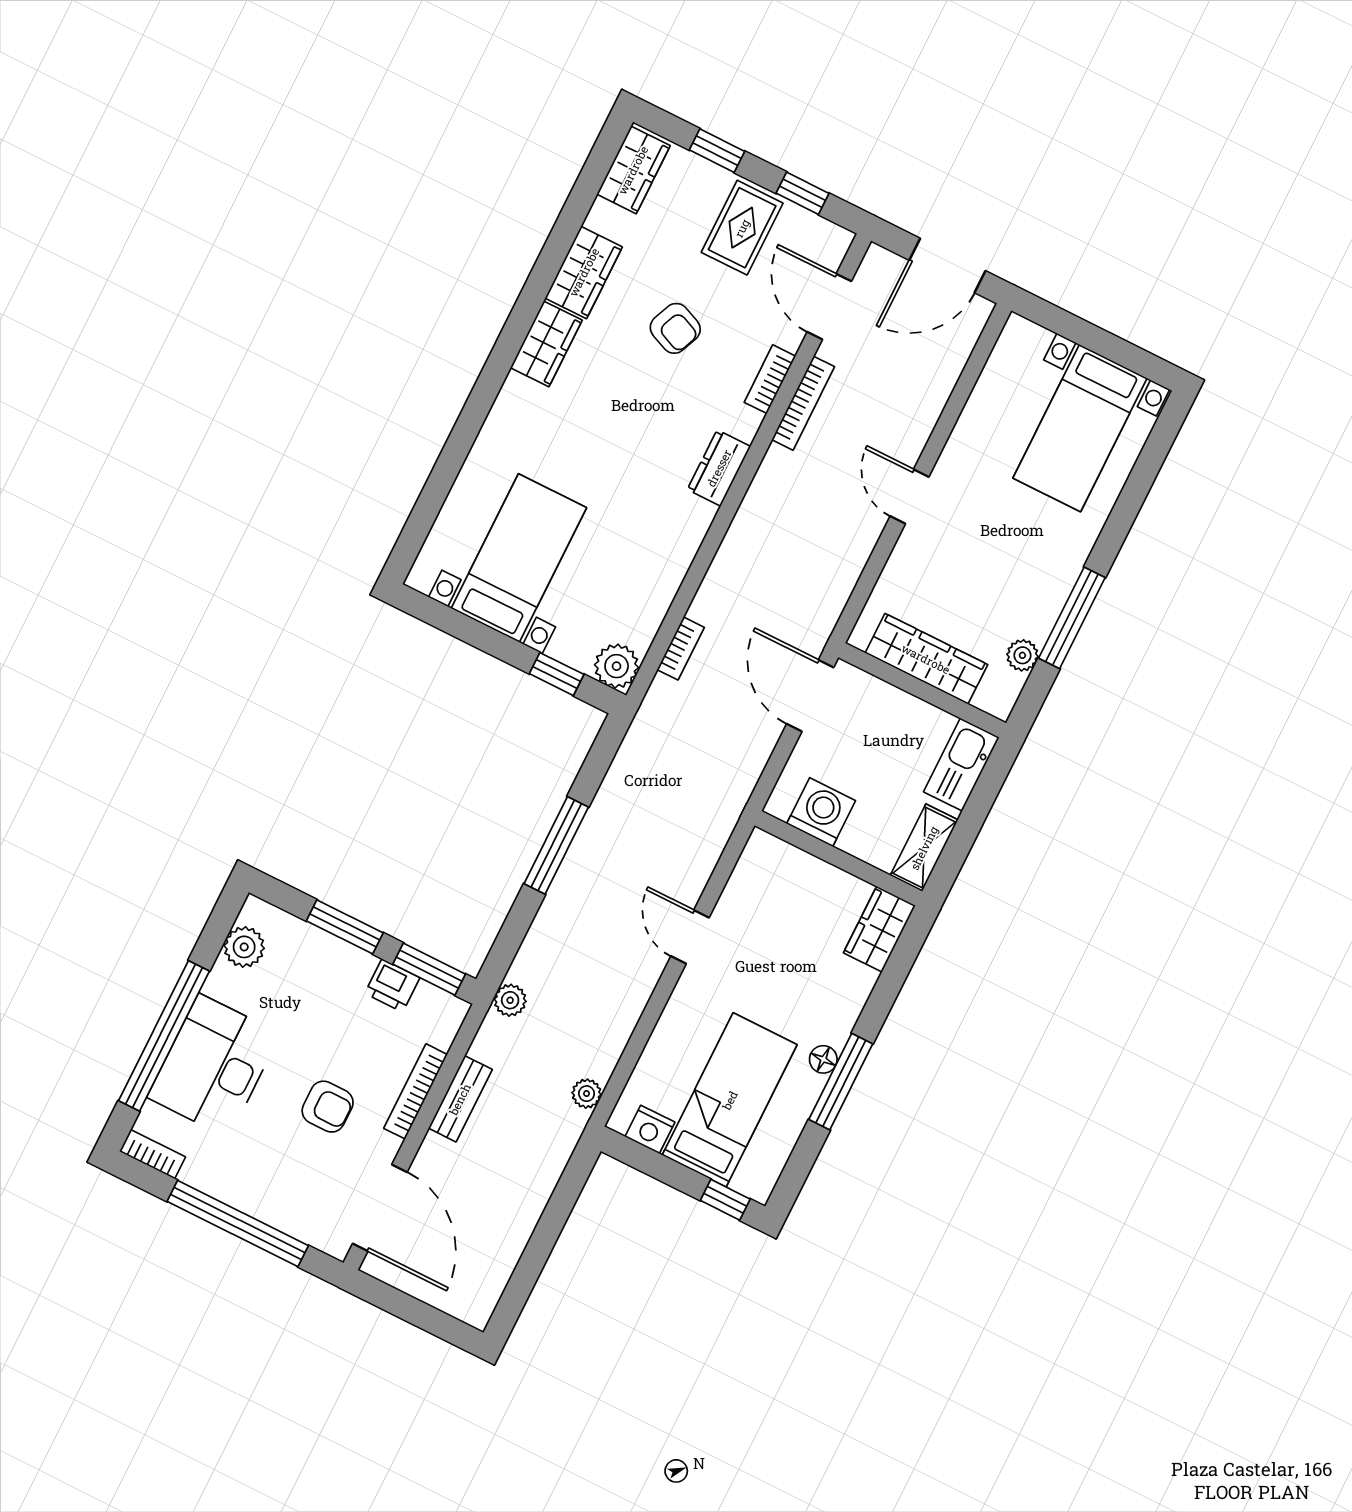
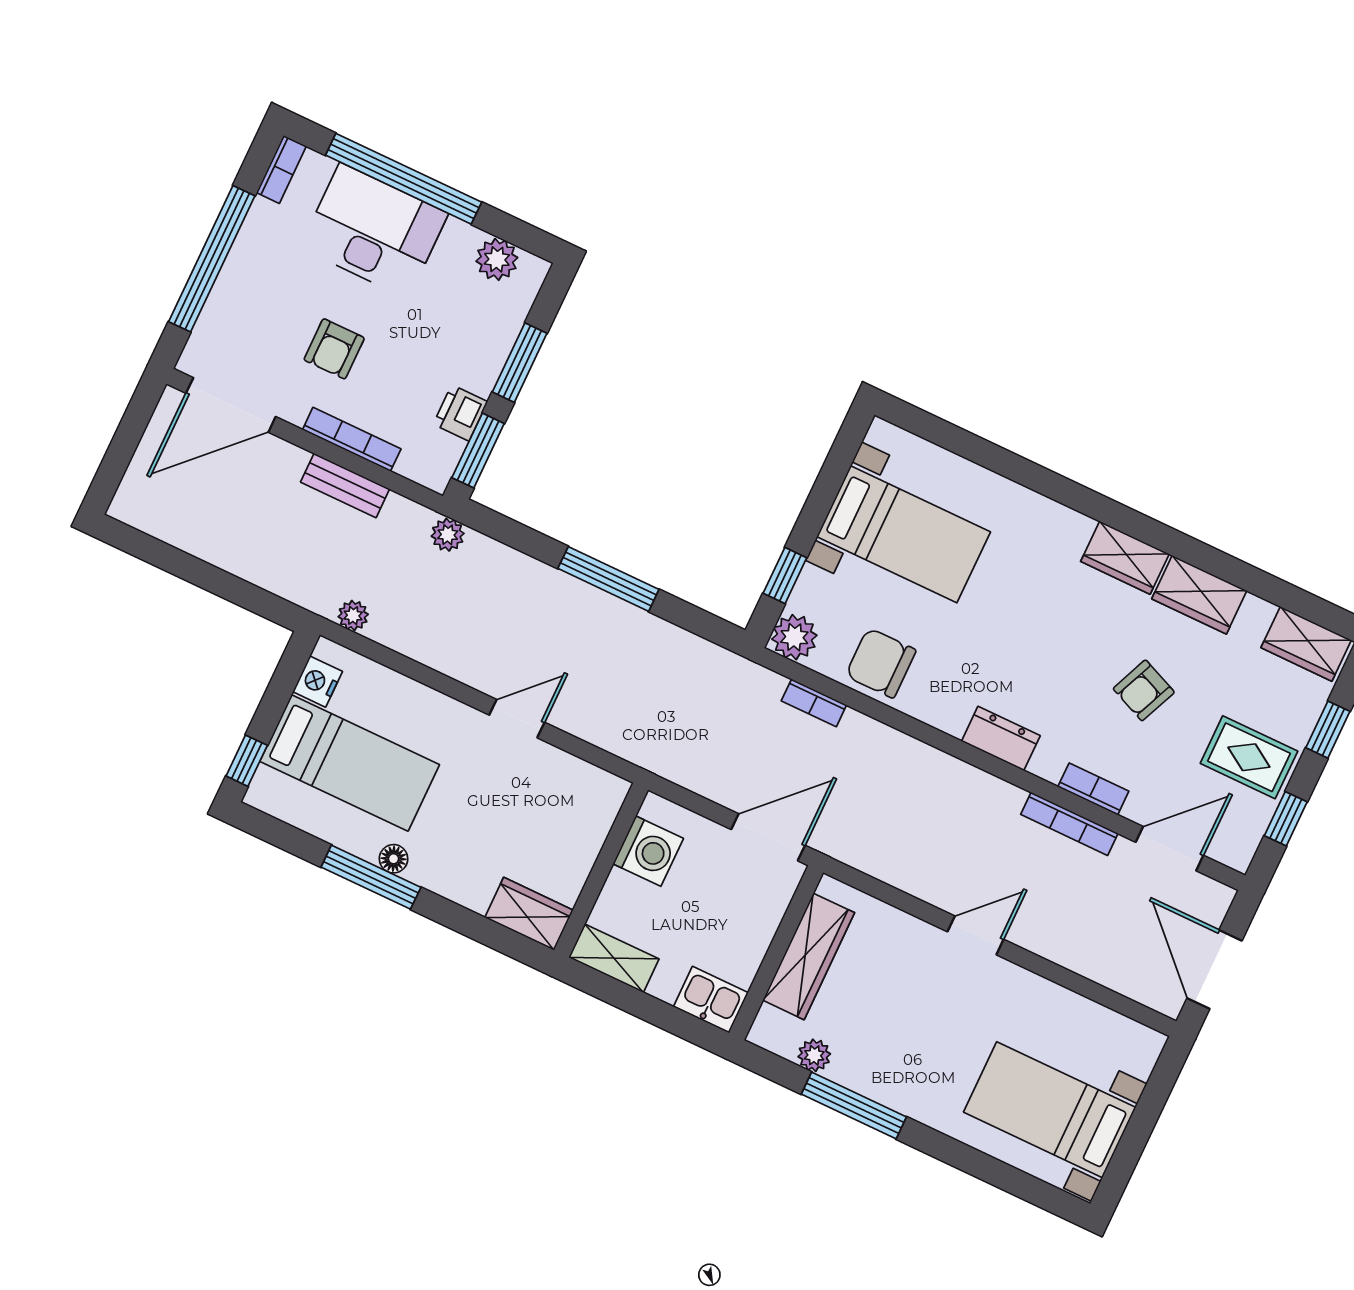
chair: (643, 583) -> (881, 663), added
kitchen sink: (961, 765) -> (711, 1000), width x0.73

